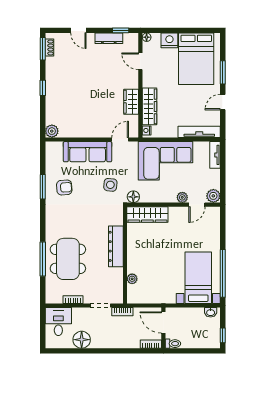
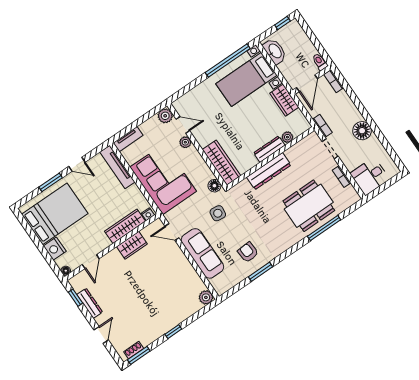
dresser: (132, 258) -> (269, 149), added
wardrobe: (162, 296) -> (284, 100), added
washbasin: (211, 312) -> (275, 51), width x1.91, depth x1.45
floor lamp: (82, 340) -> (362, 131), moved

